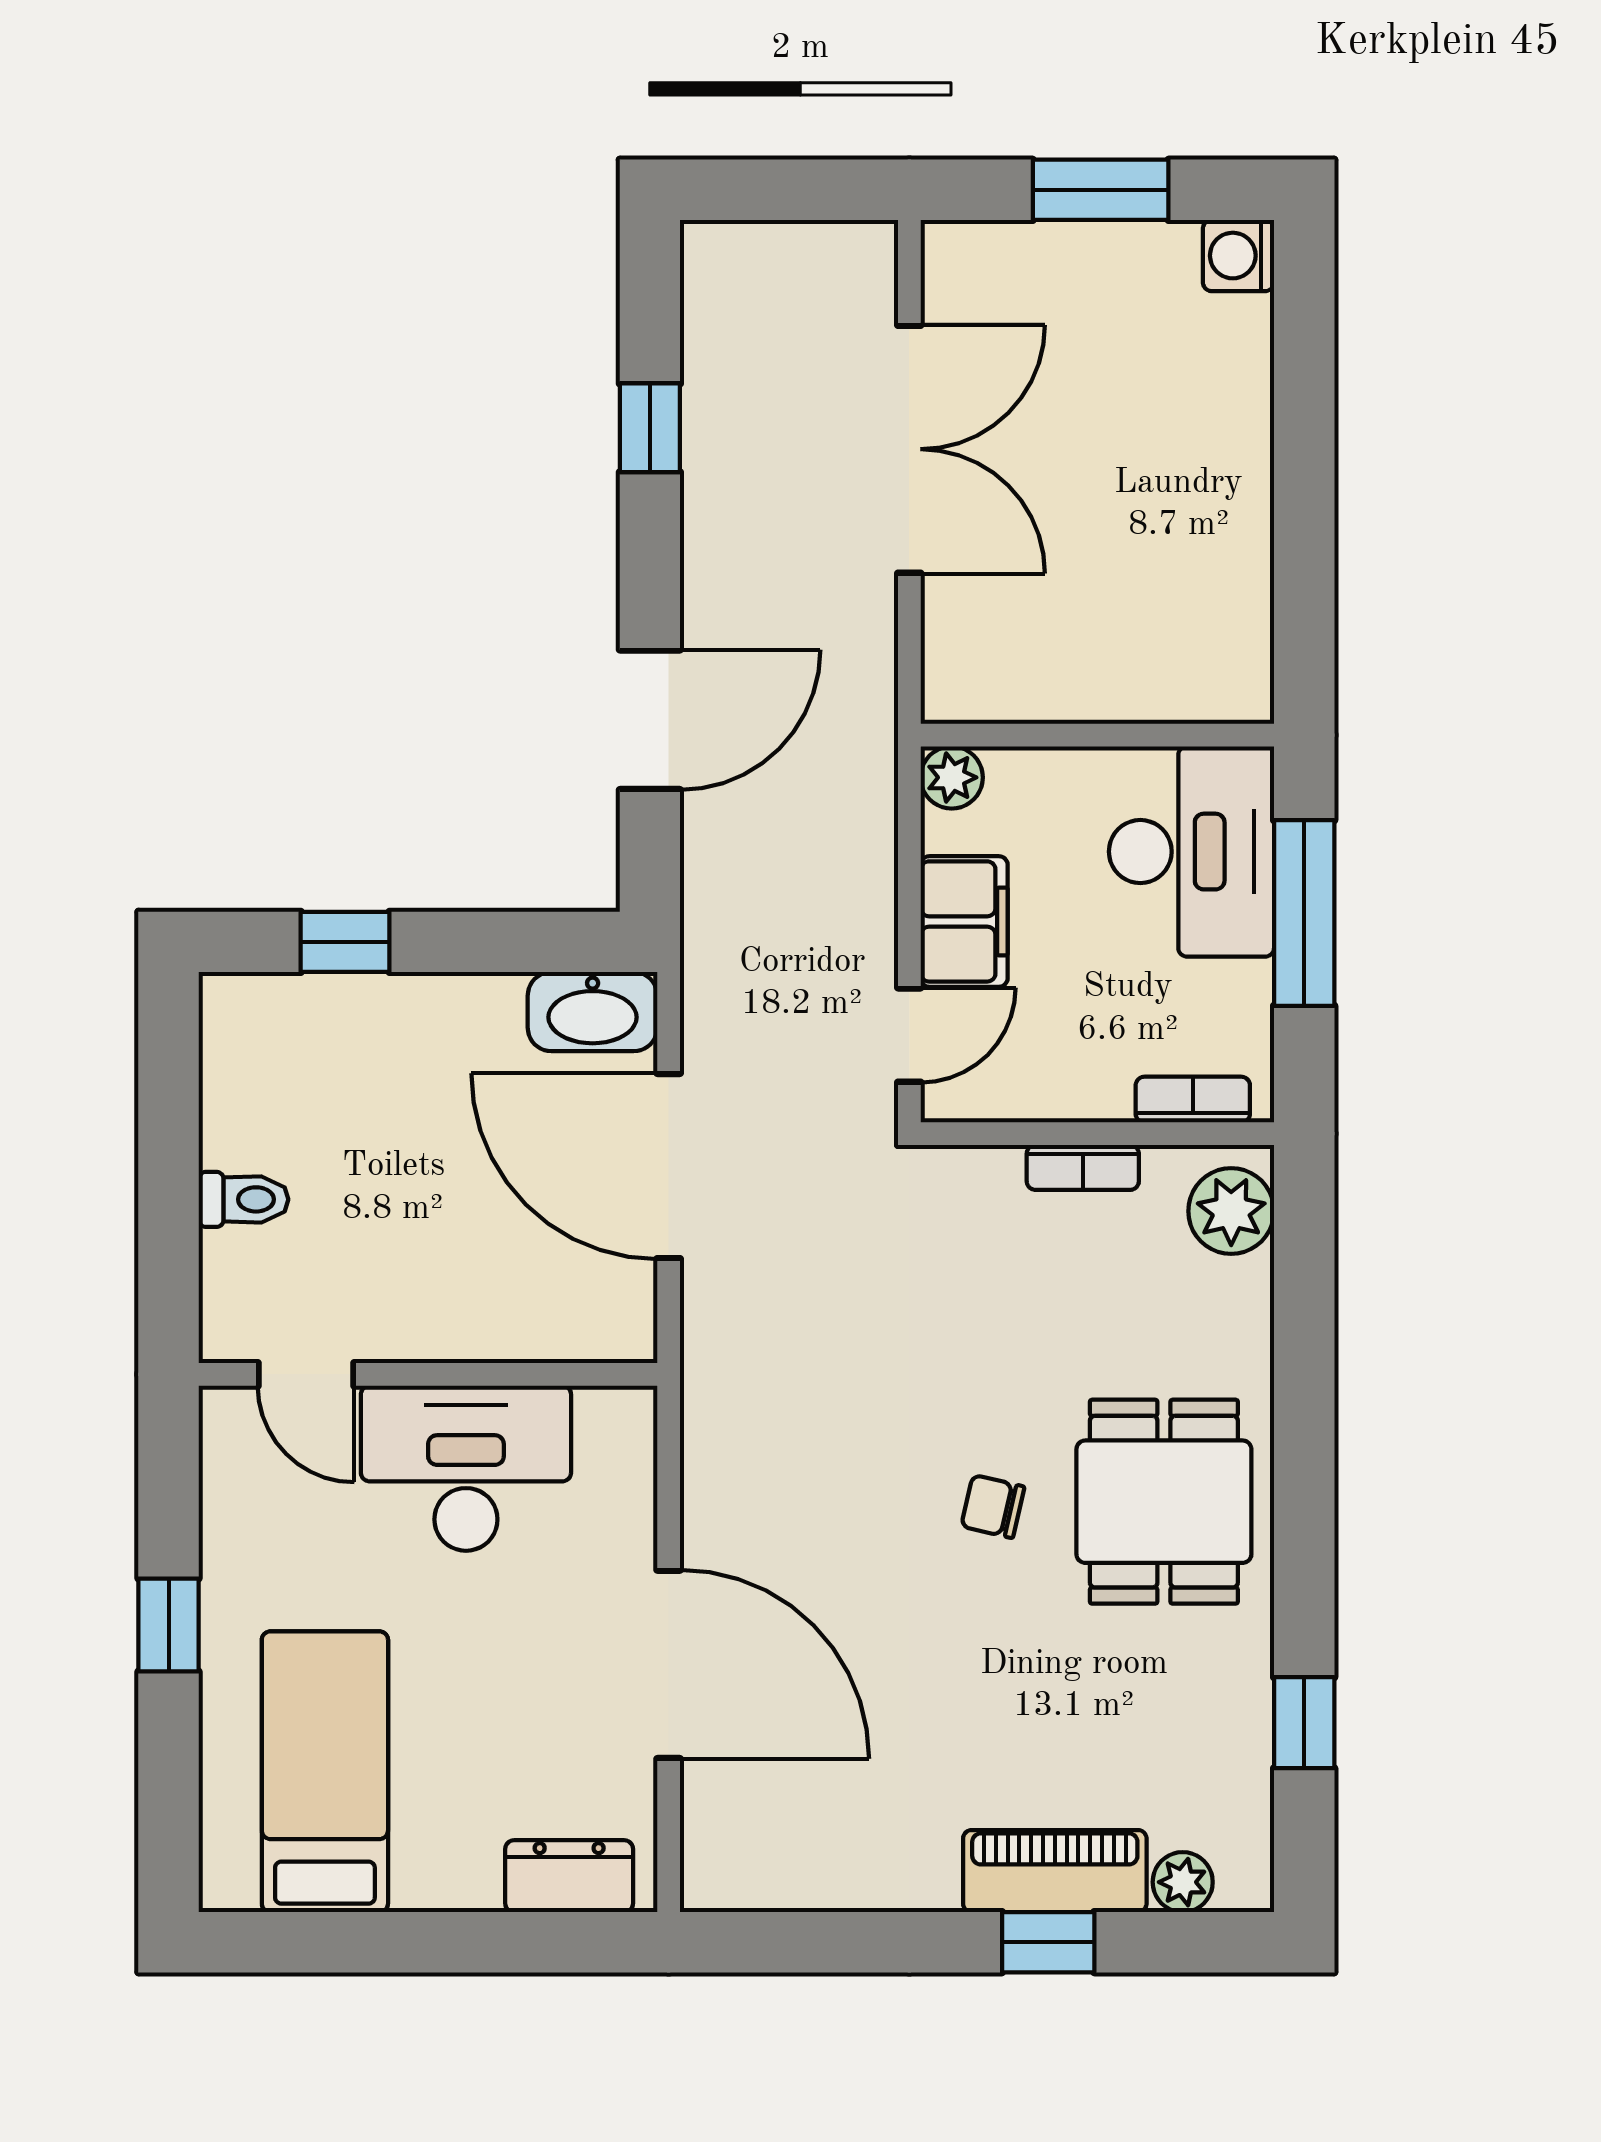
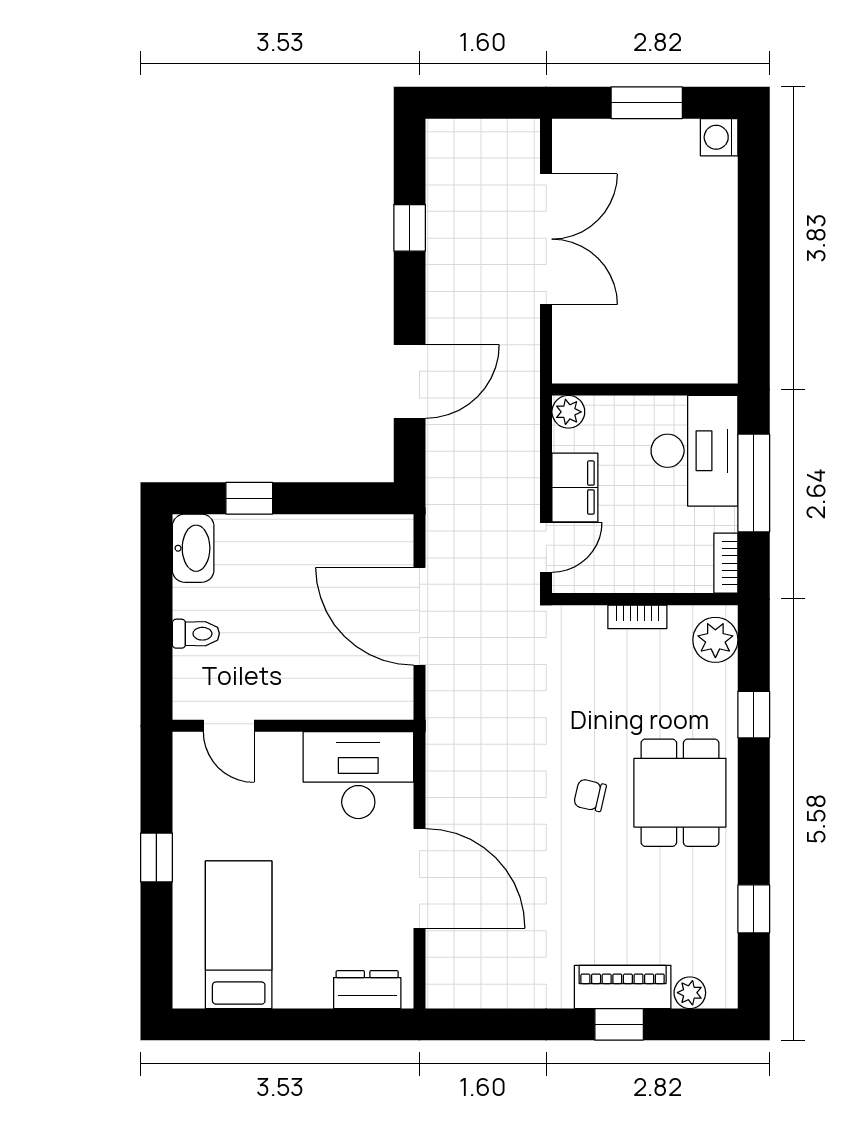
washbasin: (593, 1012) -> (193, 548), moved, turned -90
bookcase: (1193, 1100) -> (726, 563), moved, turned -90
window: (1304, 1353) -> (754, 715), added
desk: (466, 1468) -> (358, 775), moved

